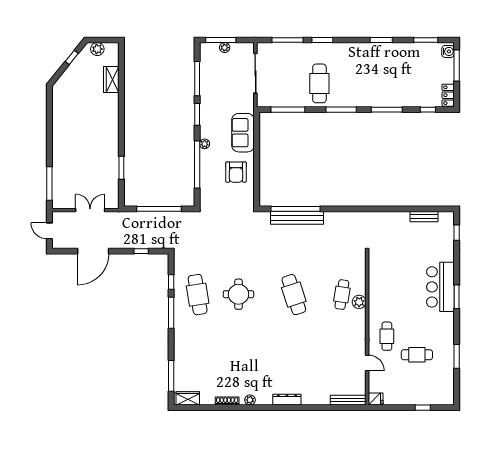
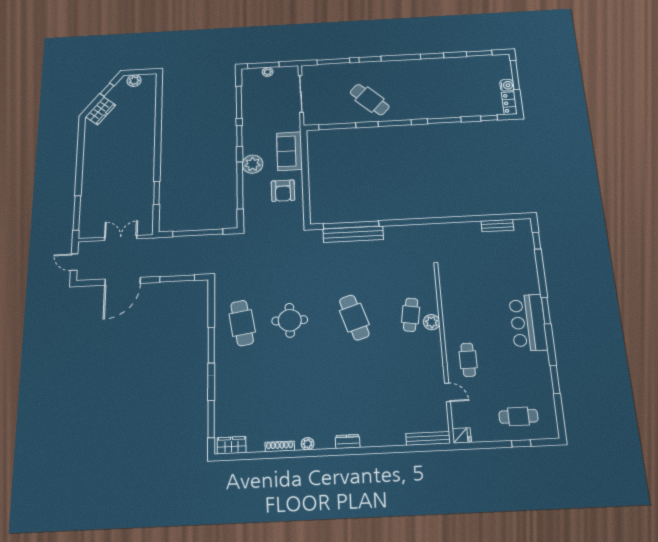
water cooler: (448, 51) -> (507, 85), moved
wardrobe: (111, 79) -> (101, 111), moved, turned -141
cafe table: (319, 83) -> (370, 100), turned -47
plant: (205, 144) -> (253, 164), width x1.88, depth x1.88
window: (141, 251) -> (177, 278), width x2.17
window: (171, 282) -> (211, 311), removed
bar counter: (440, 287) -> (528, 323), moved
cafe table: (417, 355) -> (518, 416), moved
dresser: (287, 400) -> (348, 442), width x0.70

